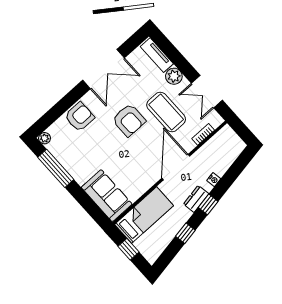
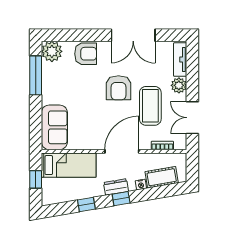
plant: (45, 138) -> (52, 51), width x1.88, depth x1.88
cot: (225, 159) -> (162, 177), added

